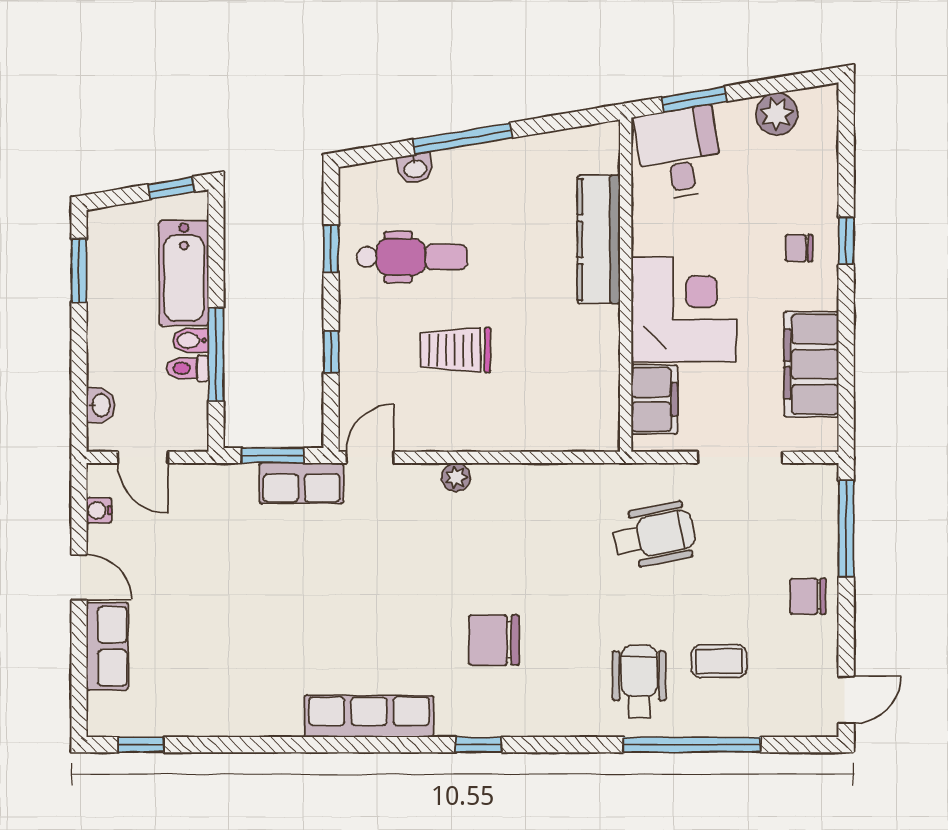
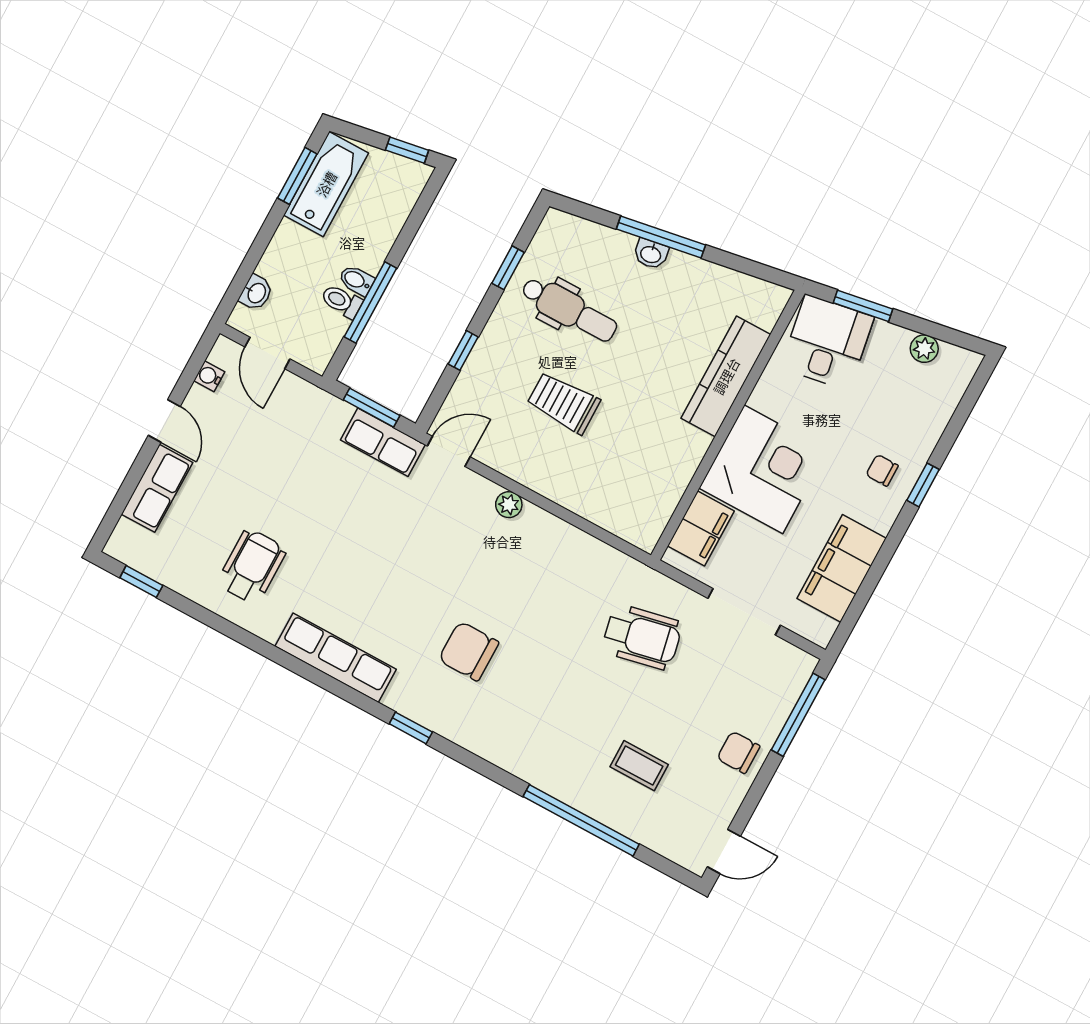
plant: (777, 114) -> (924, 349), width x0.73, depth x0.73
washbasin: (415, 168) -> (651, 254), moved
bathtub: (184, 273) -> (326, 184), moved, turned 180
wheelchair: (639, 682) -> (252, 566), moved

